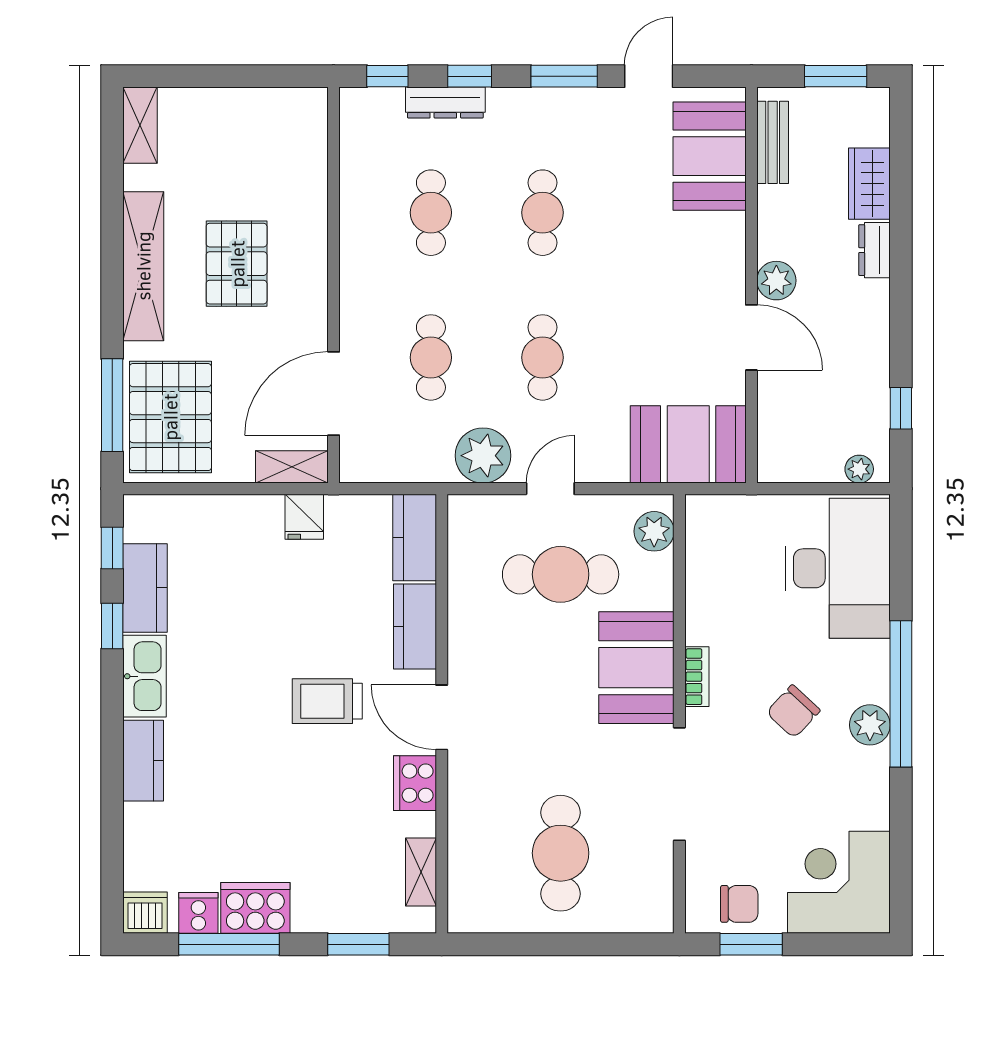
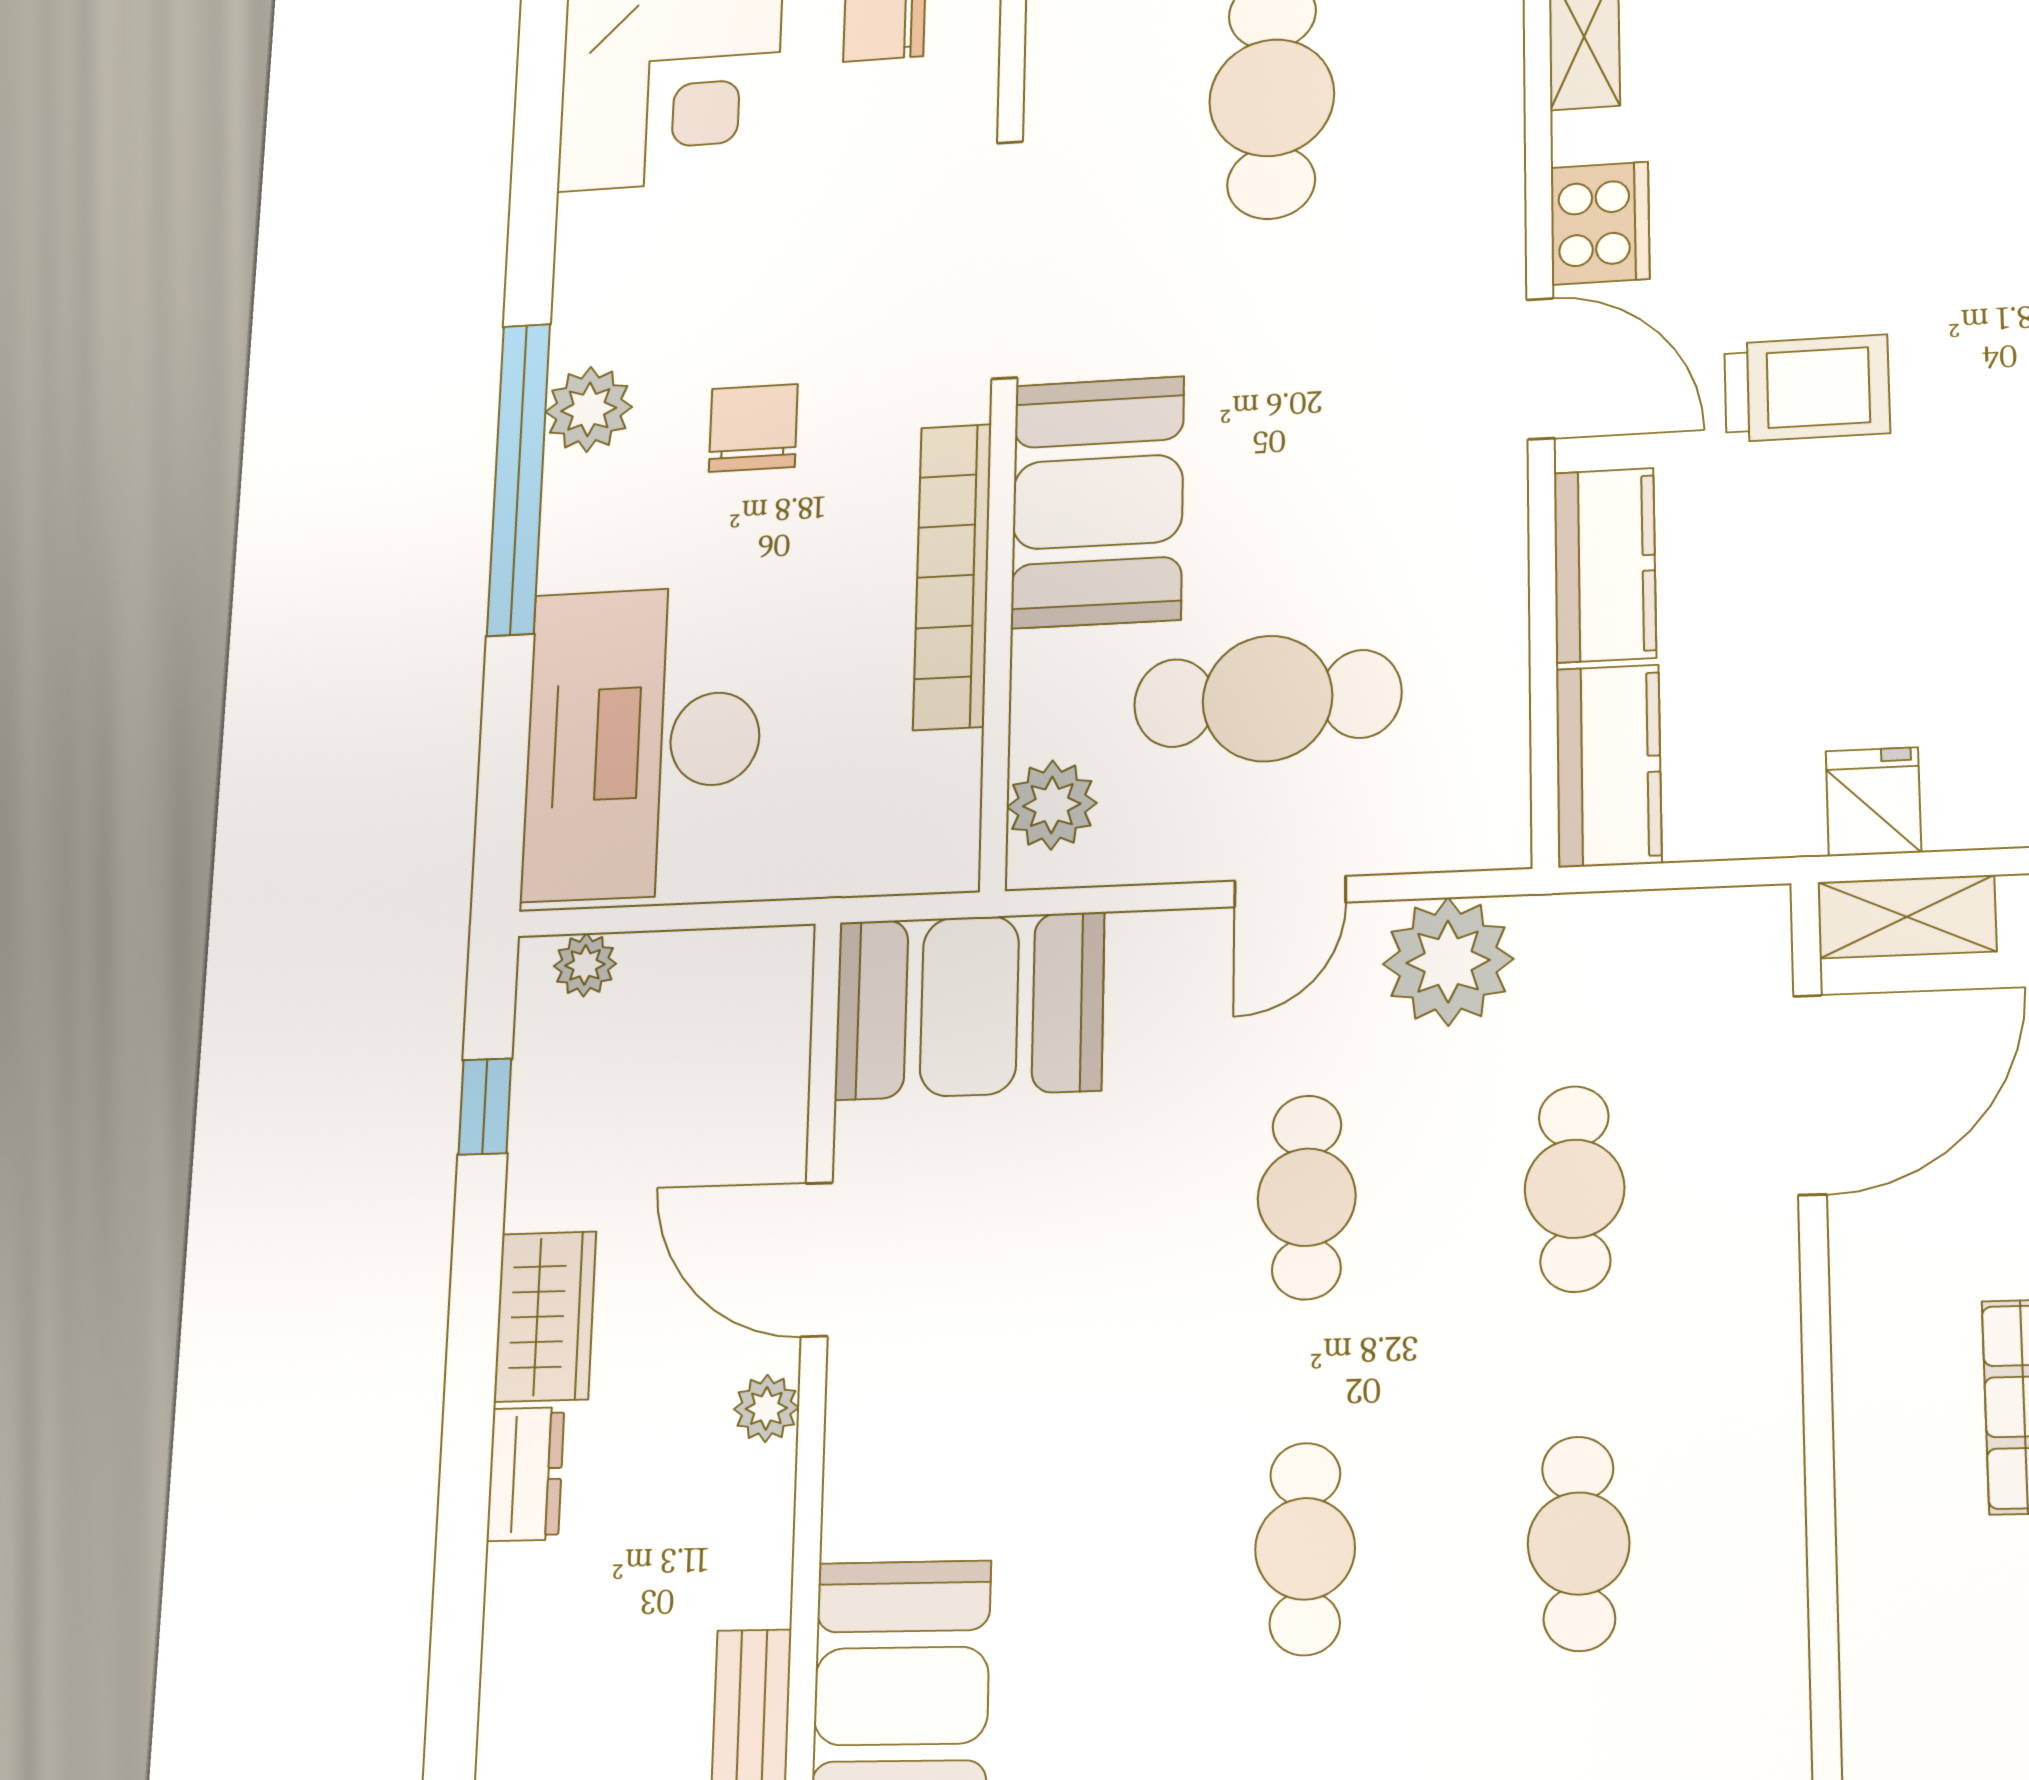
wardrobe: (869, 184) -> (545, 1317), moved
plant: (776, 281) -> (766, 1408), width x0.73, depth x0.73
bookcase: (697, 677) -> (952, 576), width x2.31, depth x1.31
chair: (793, 711) -> (753, 428), turned -43

